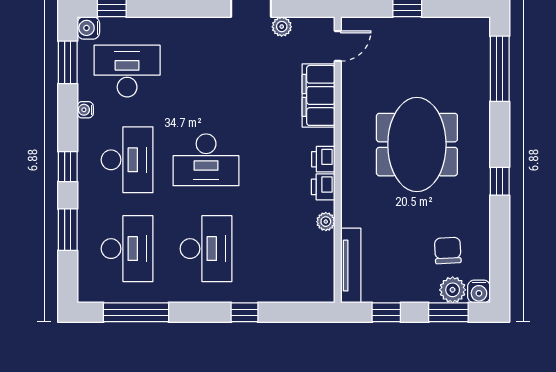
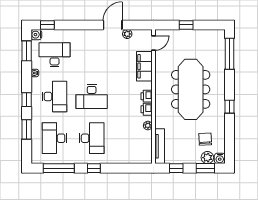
meeting table: (417, 145) -> (191, 89), width x1.36
desk: (127, 249) -> (55, 138), turned 180
window: (244, 312) -> (94, 168), moved

